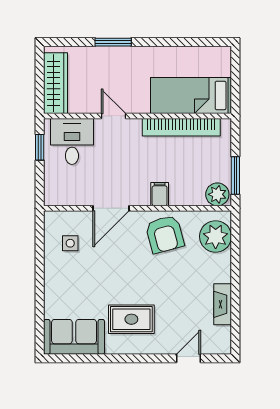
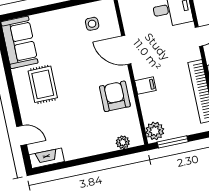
armchair: (165, 234) -> (115, 96), turned 105
plant: (216, 236) -> (123, 142), width x0.53, depth x0.53
fireplace: (223, 304) -> (47, 158), moved

